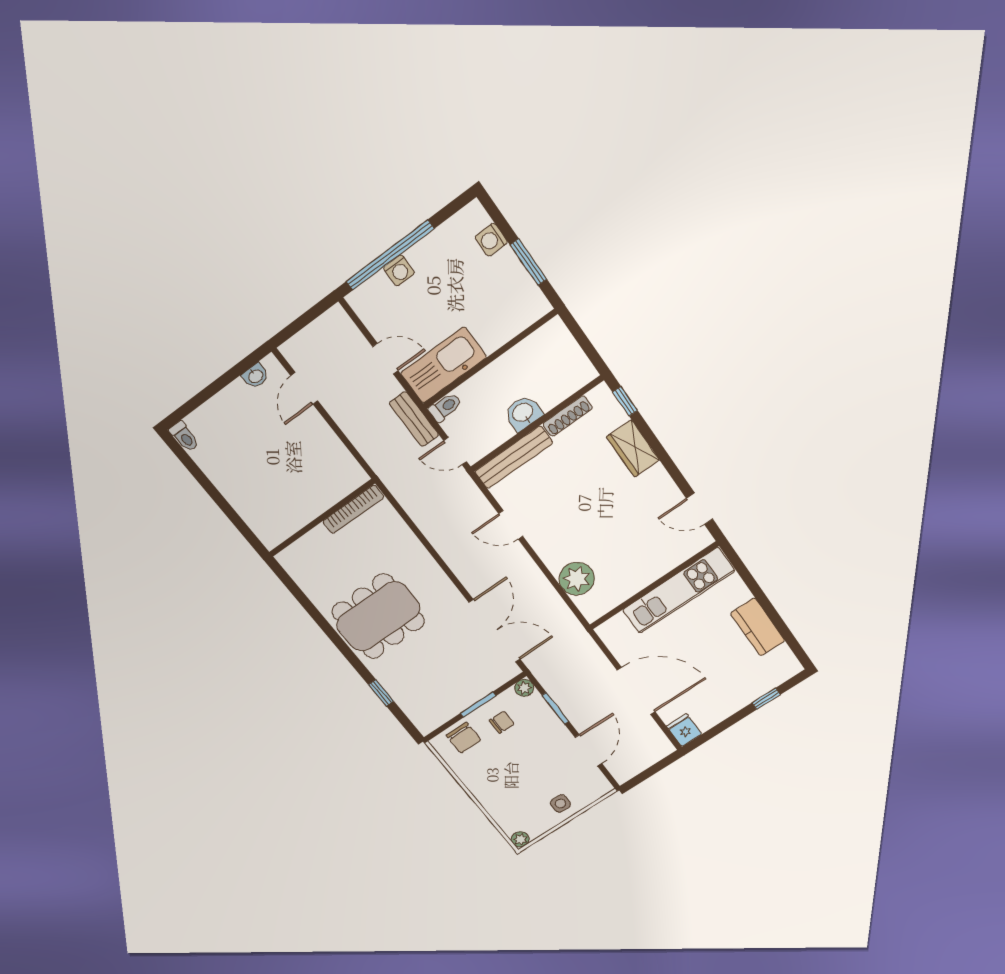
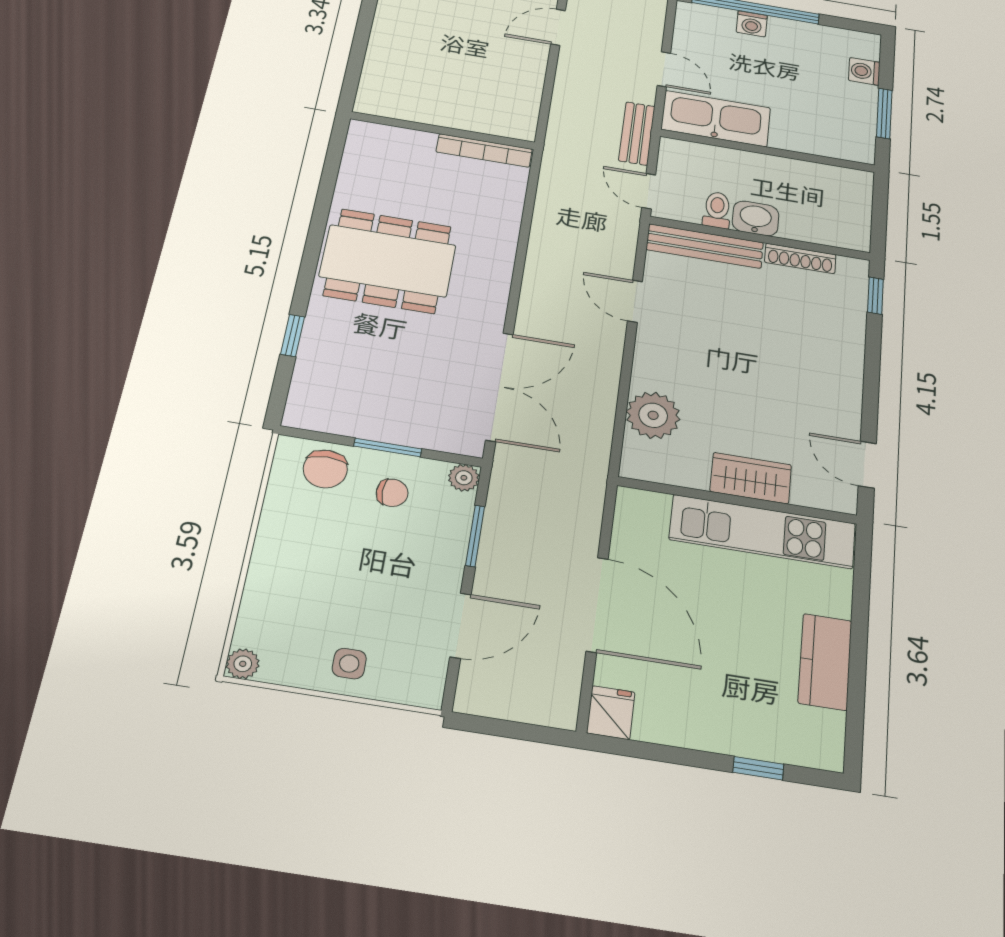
toilet: (445, 407) -> (717, 210), moved, turned -90
wardrobe: (633, 448) -> (751, 478), moved, turned 90

